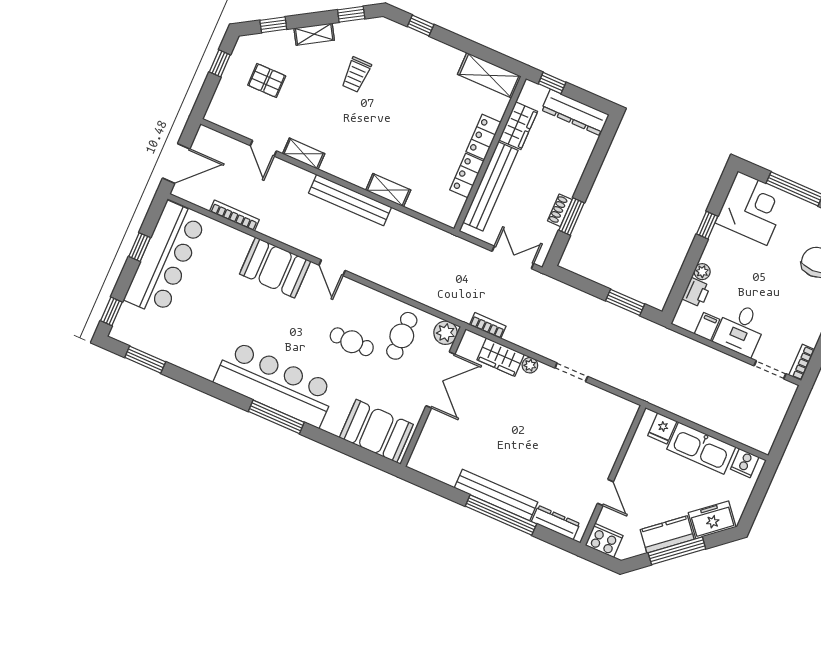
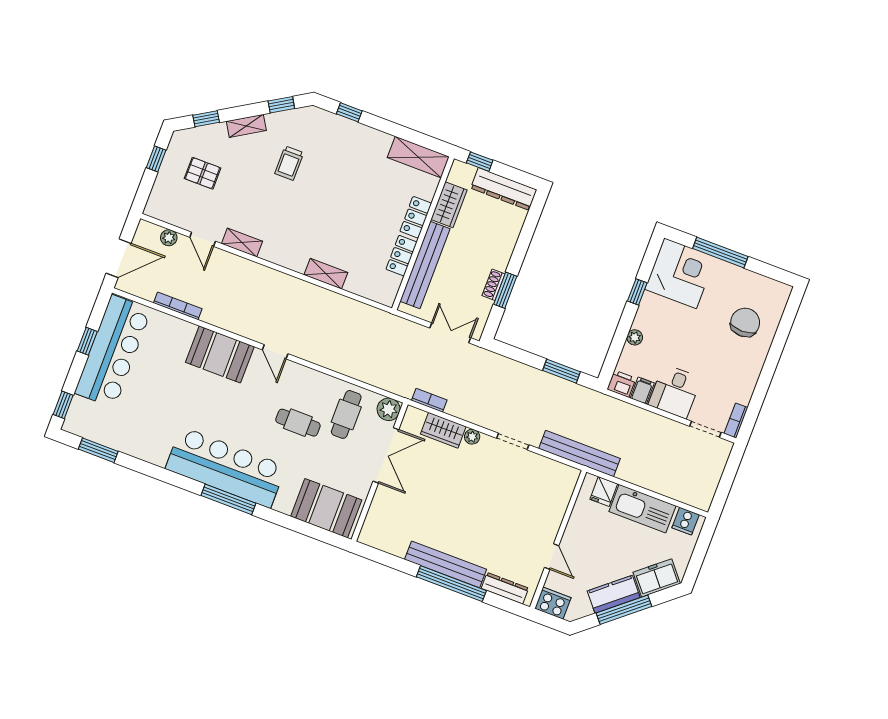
plant: (229, 145) -> (169, 238), added
bench: (350, 200) -> (580, 454), moved
printer: (696, 292) -> (622, 384), moved, turned -90

